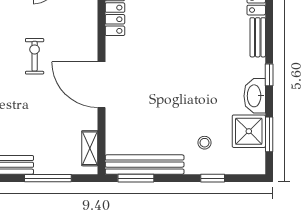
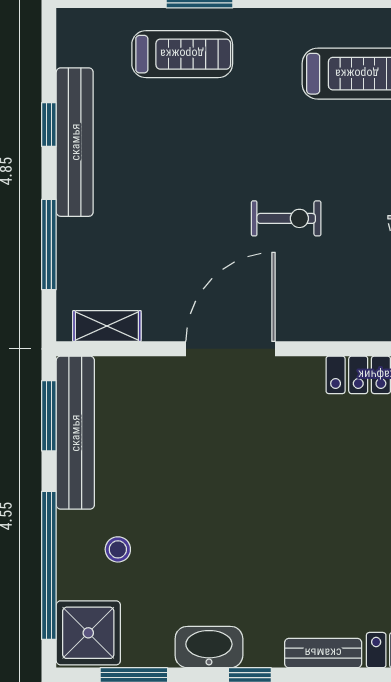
shower: (249, 131) -> (88, 633), moved
window: (213, 178) -> (49, 565), width x3.17

